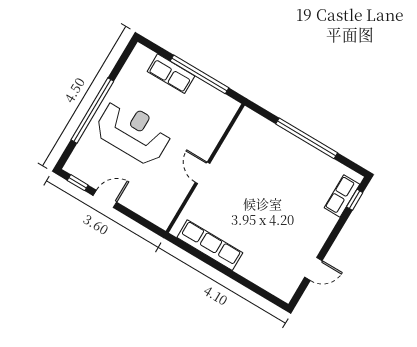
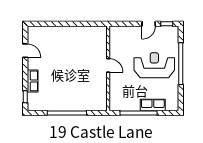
reception desk: (133, 132) -> (154, 65), turned 180
row of seats: (342, 196) -> (33, 81), moved
row of seats: (210, 245) -> (83, 32), removed
door: (313, 269) -> (25, 51), swing flipped

